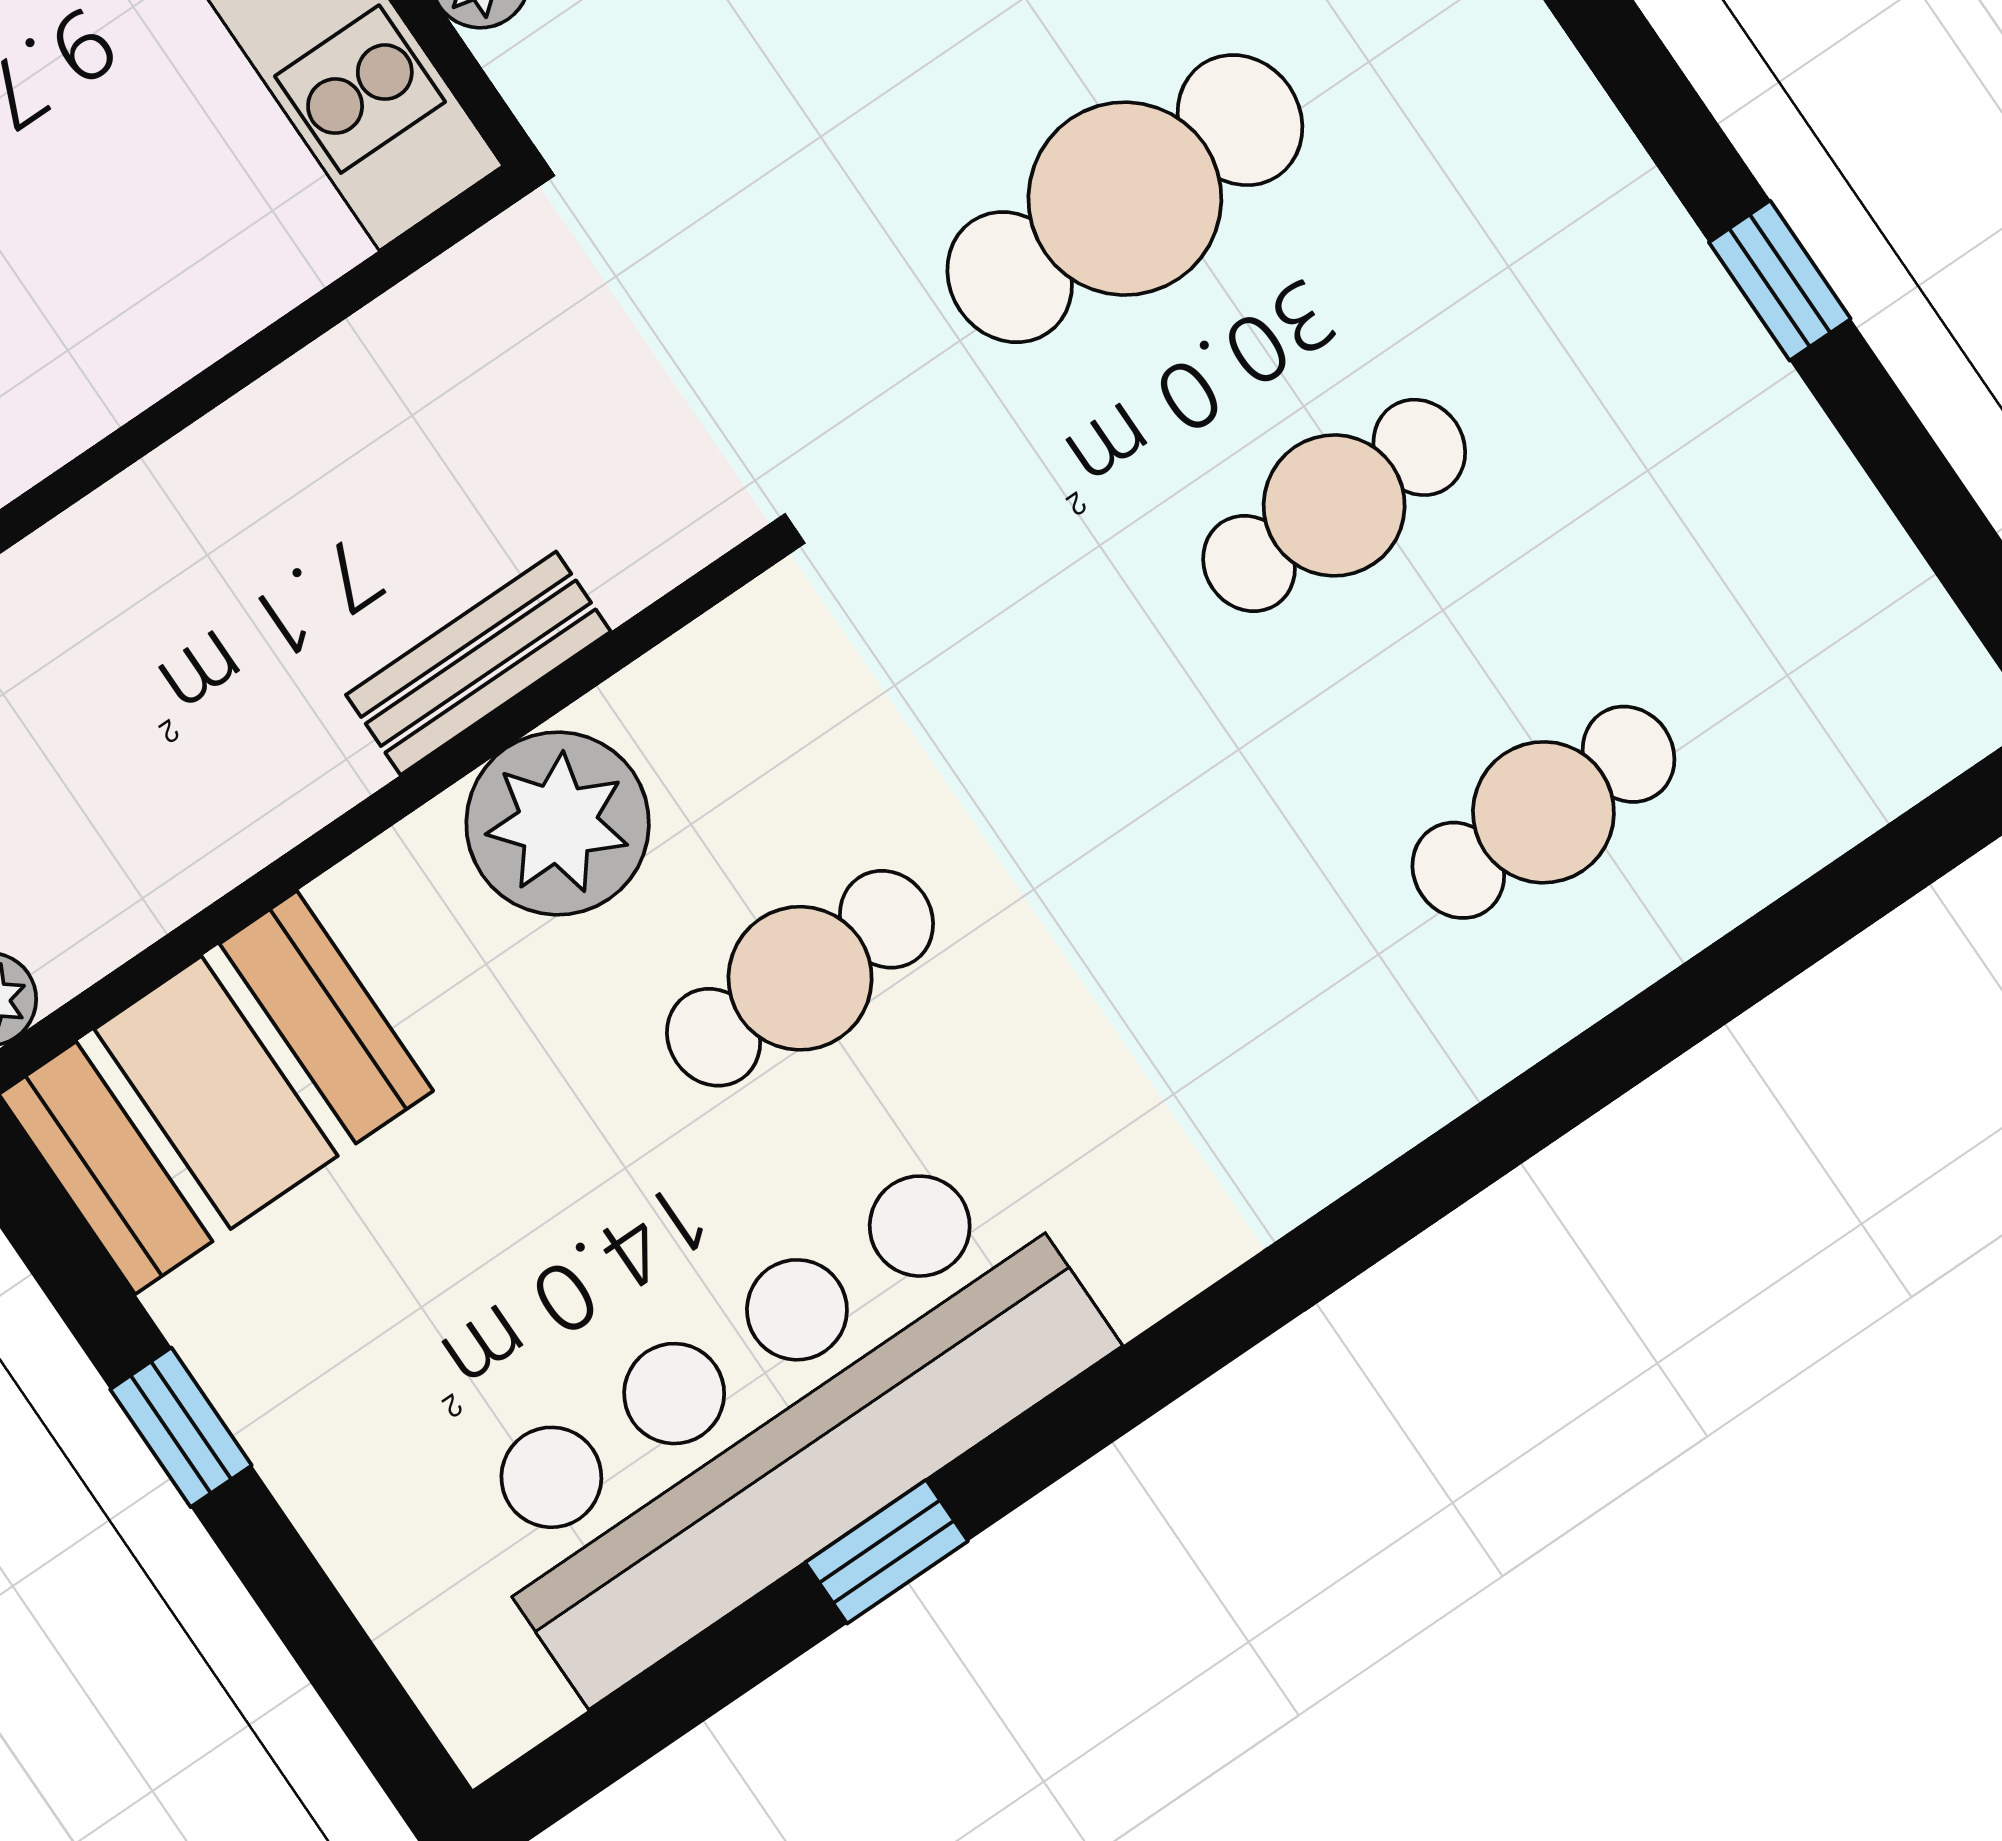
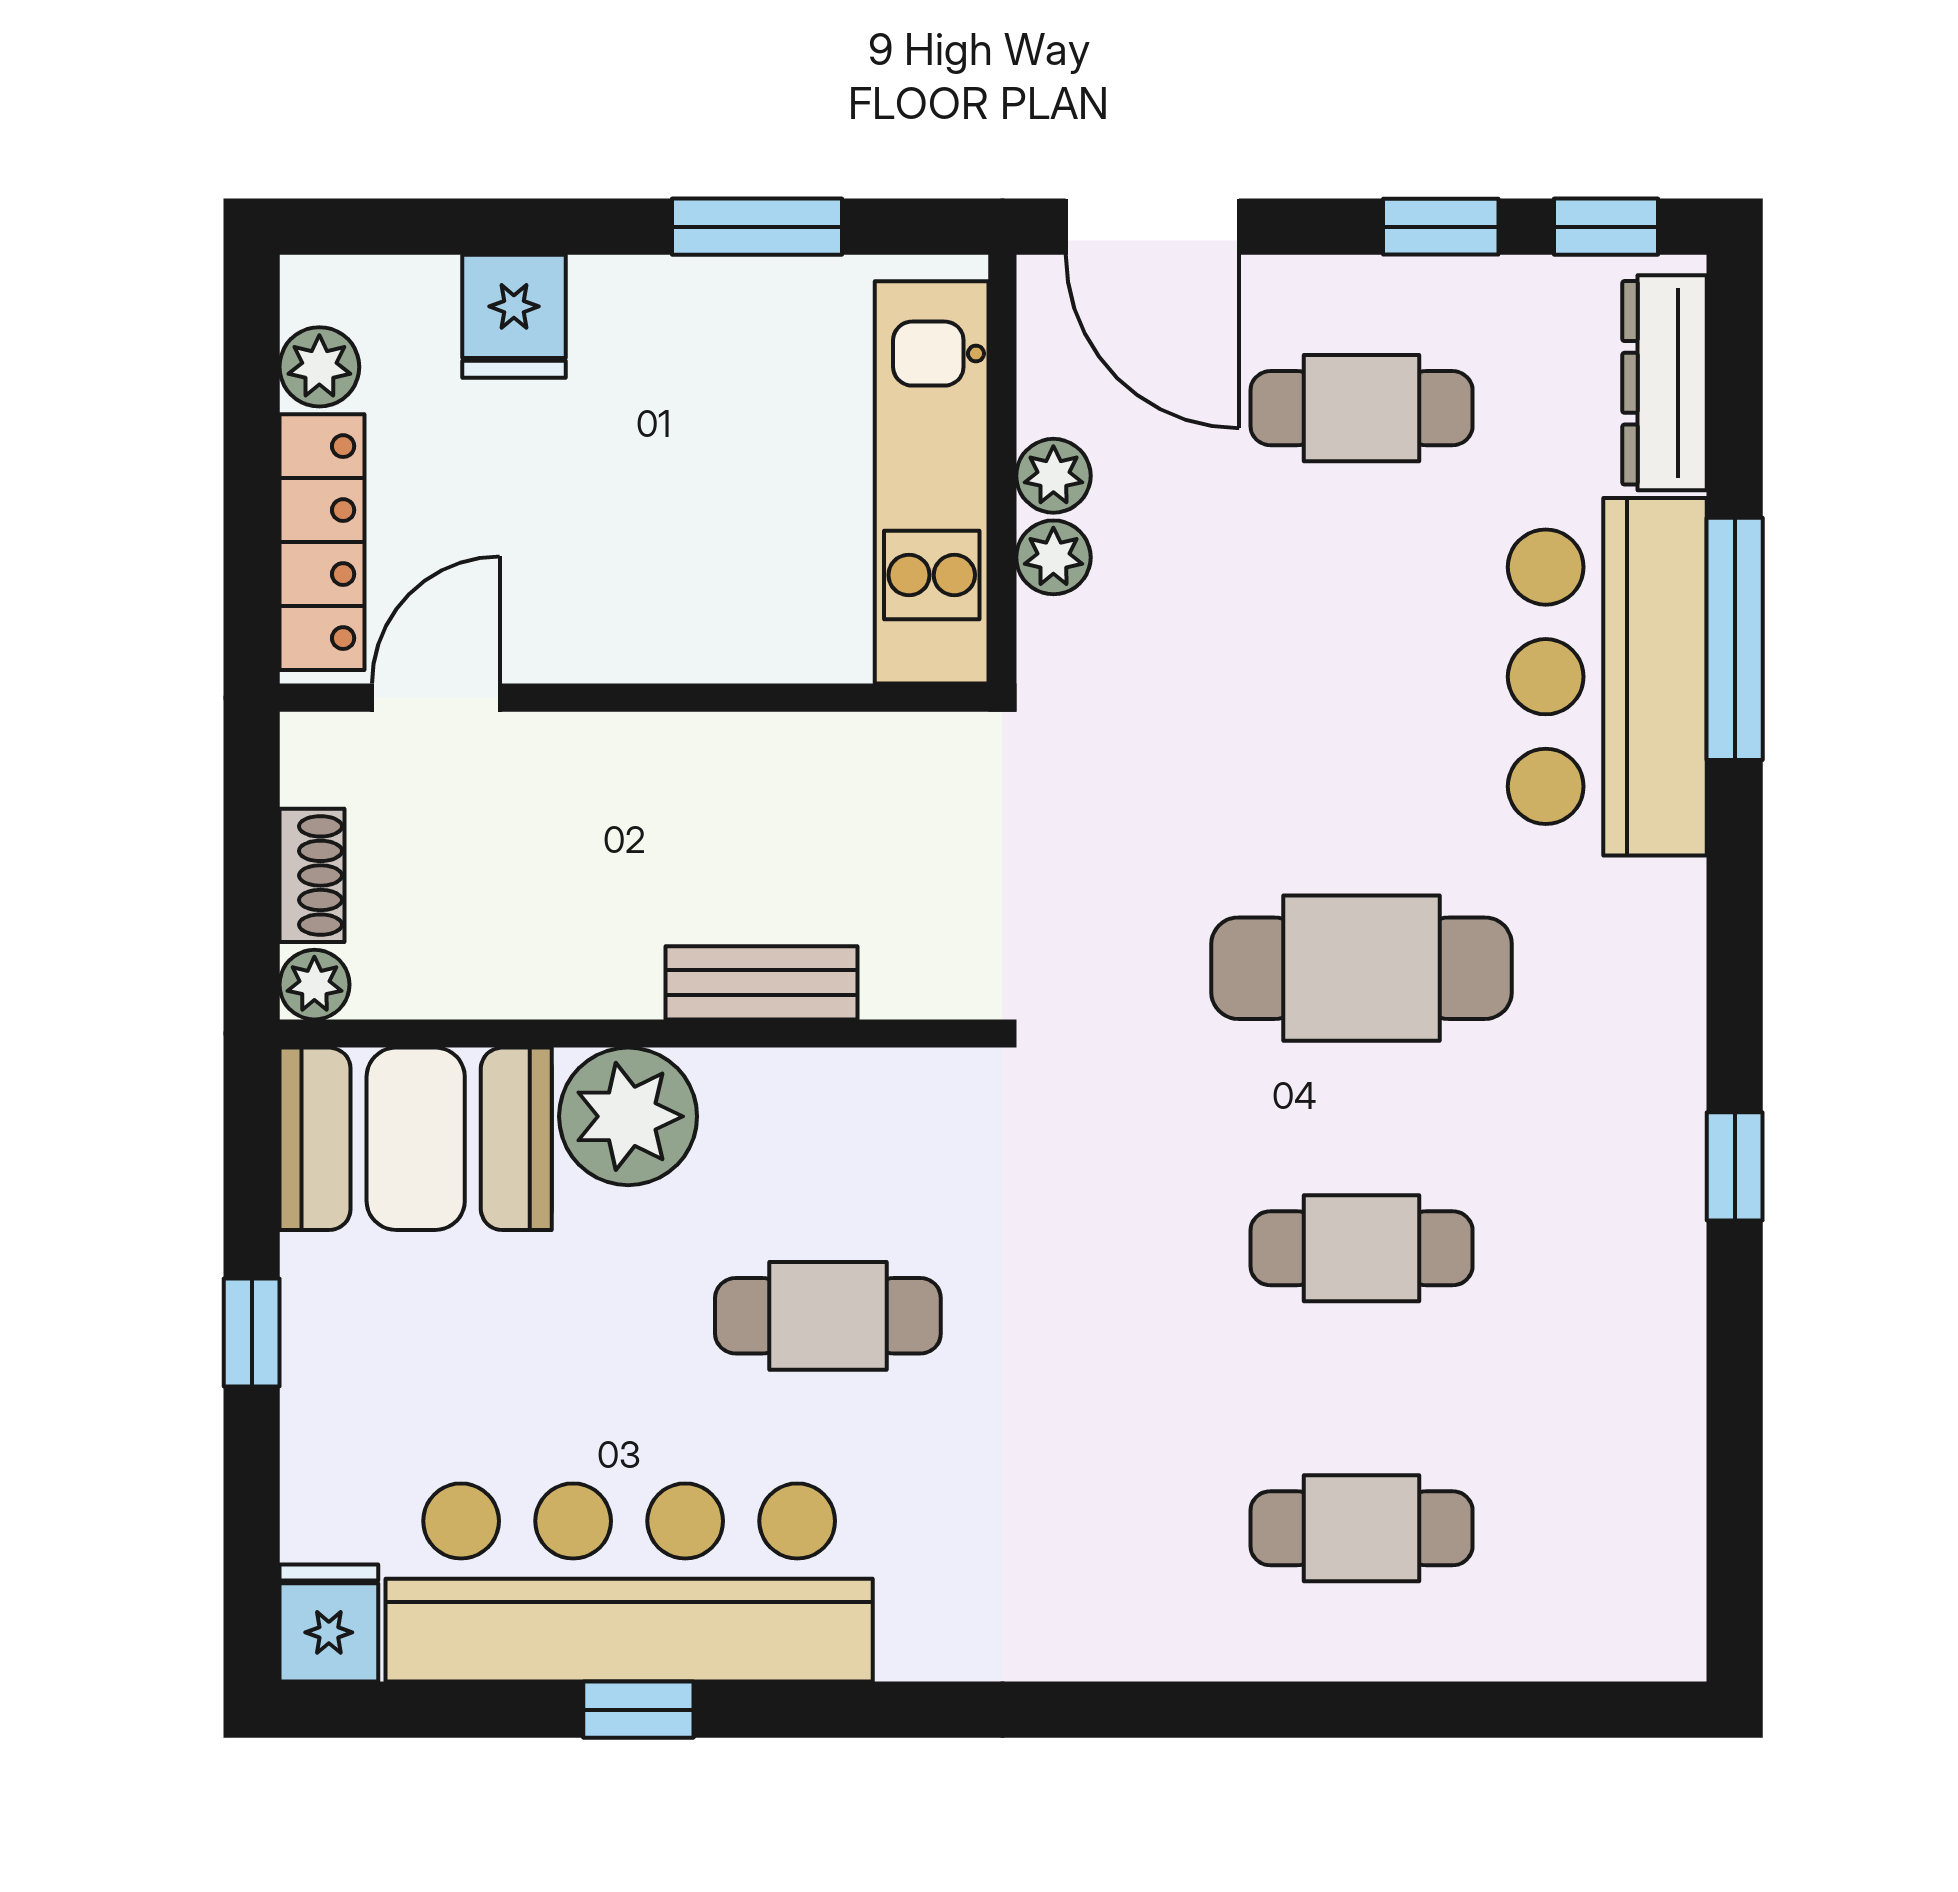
window: (1780, 281) -> (1735, 1166), moved
plant: (558, 823) -> (628, 1116), moved
fridge: (483, 1688) -> (329, 1623), added

